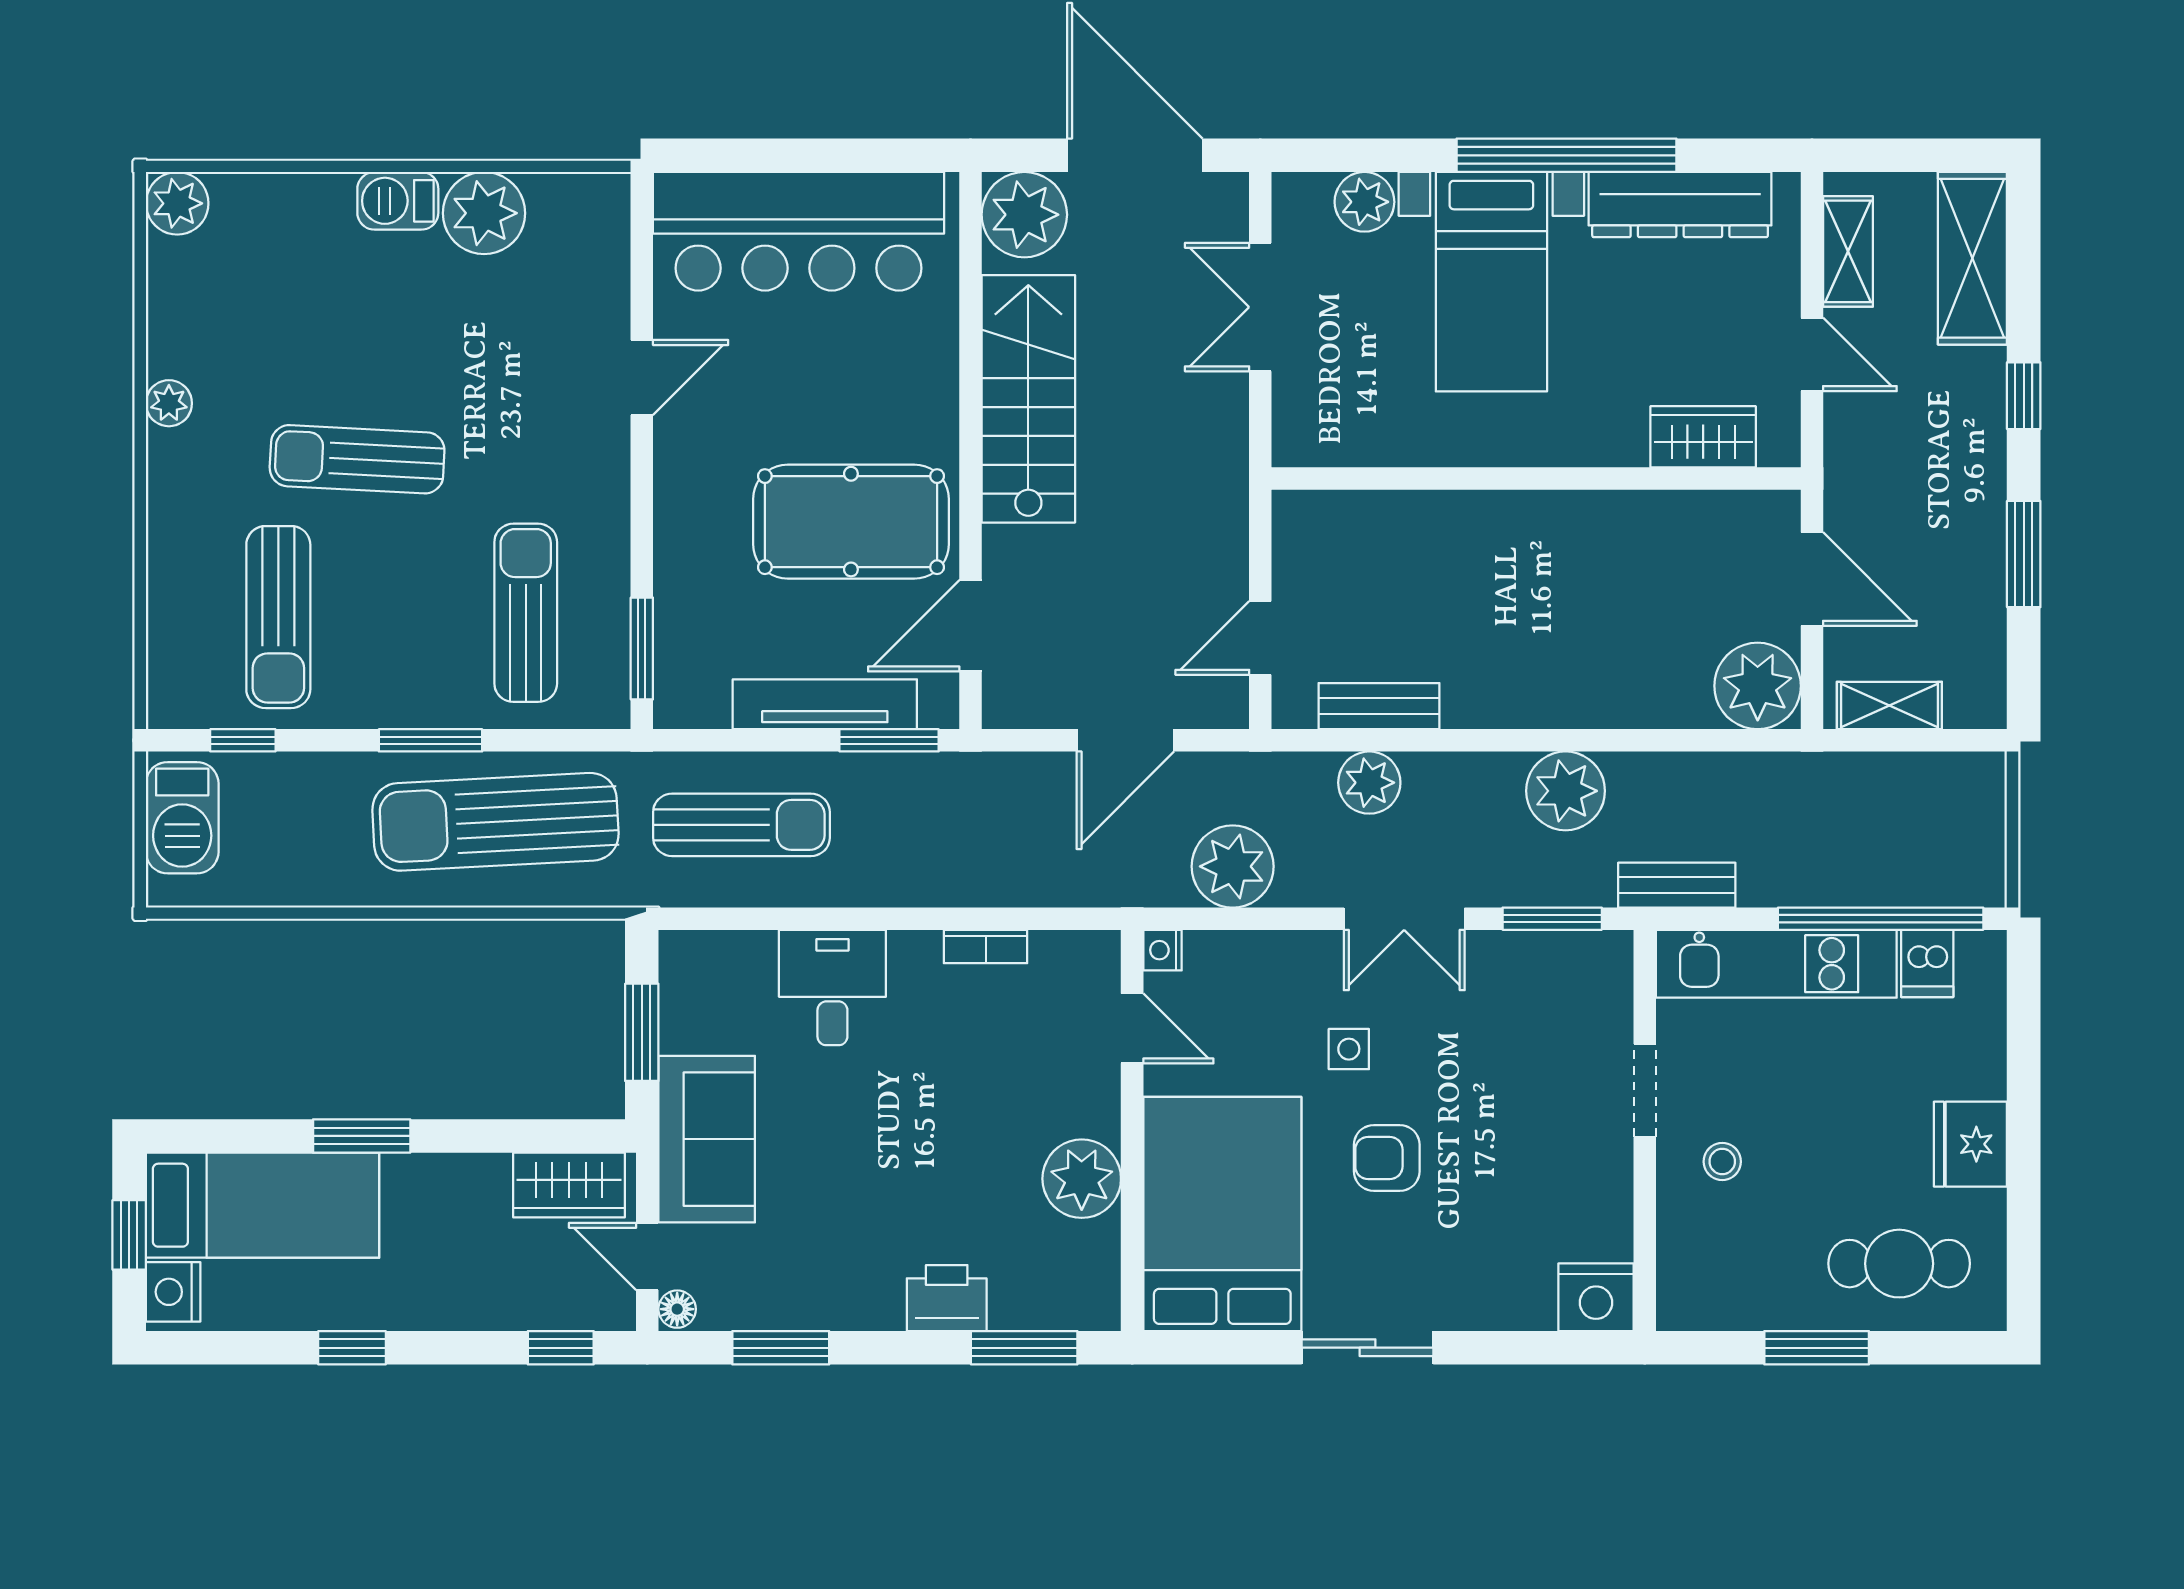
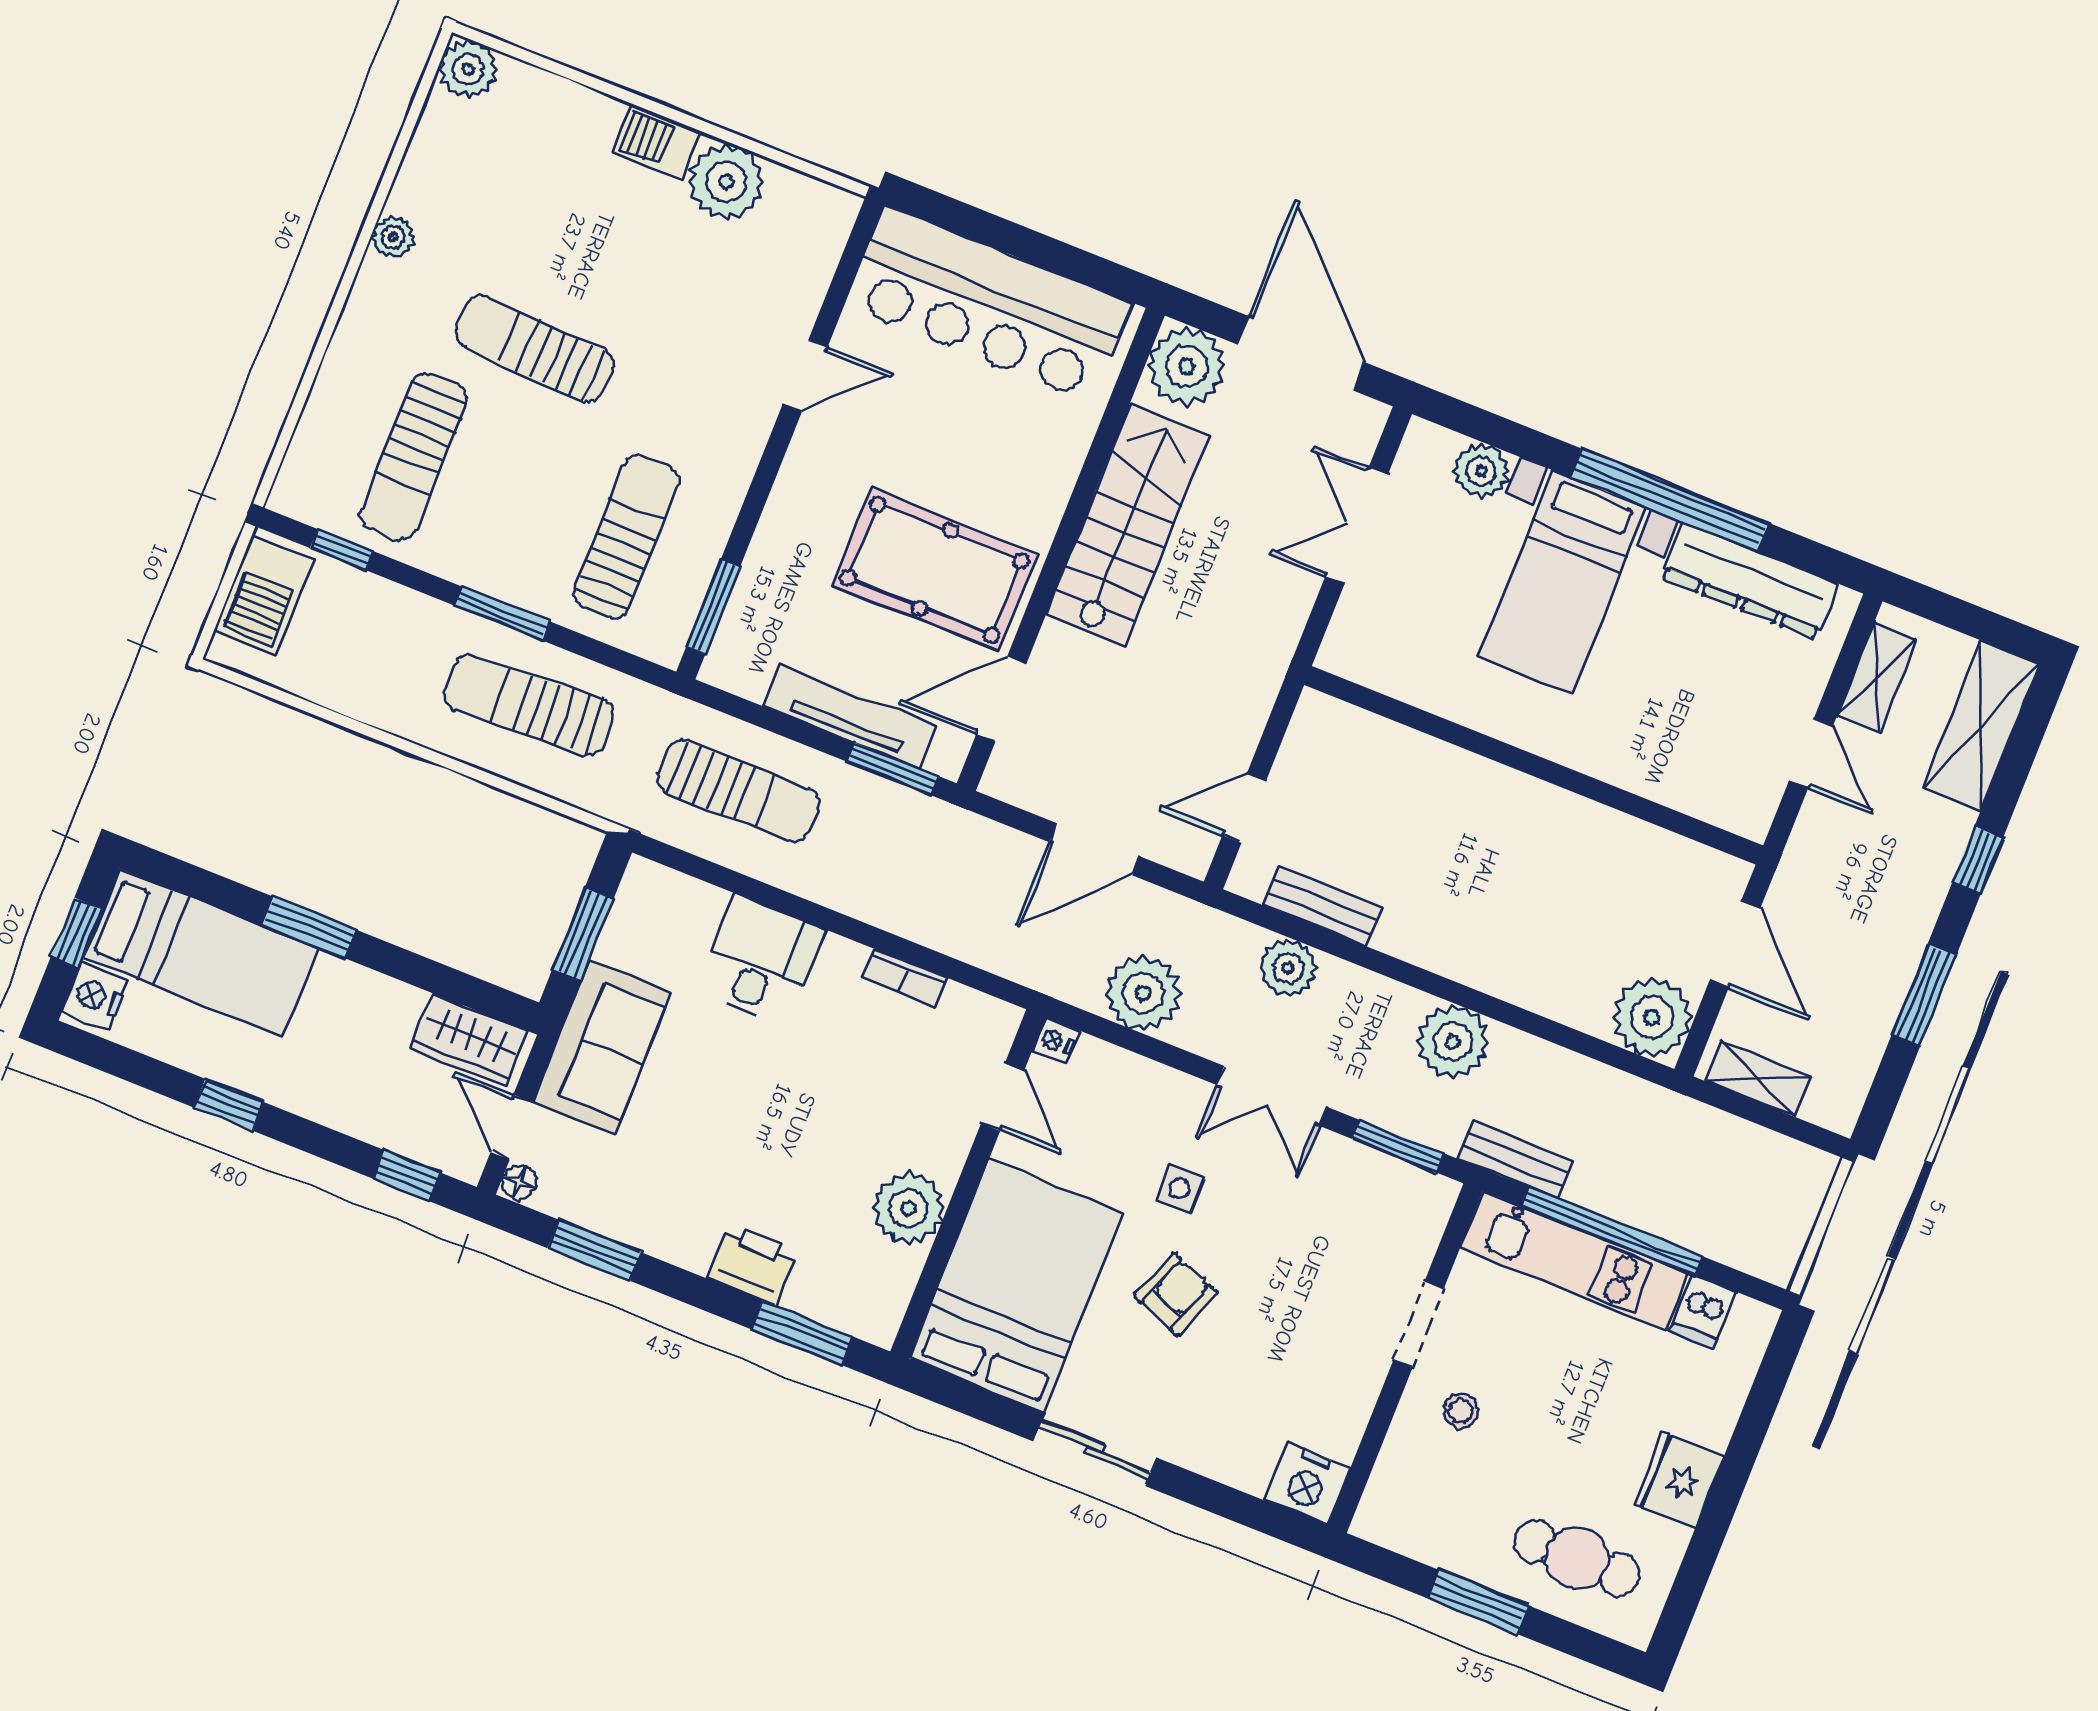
wardrobe: (1703, 437) -> (1690, 786), removed
sun lounger: (495, 822) -> (530, 705), width x0.73, depth x0.75
window: (1881, 919) -> (1612, 1231), moved
armchair: (1387, 1158) -> (1176, 1294), turned 111

